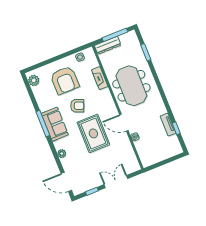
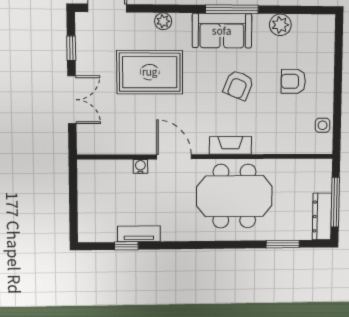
dresser: (108, 45) -> (322, 216), moved
fireplace: (100, 78) -> (230, 145), moved
plant: (34, 80) -> (280, 25), moved
armchair: (65, 80) -> (293, 81), width x0.53, depth x0.53
door: (124, 123) -> (174, 157), hinge flipped
rug: (93, 133) -> (150, 72), moved

